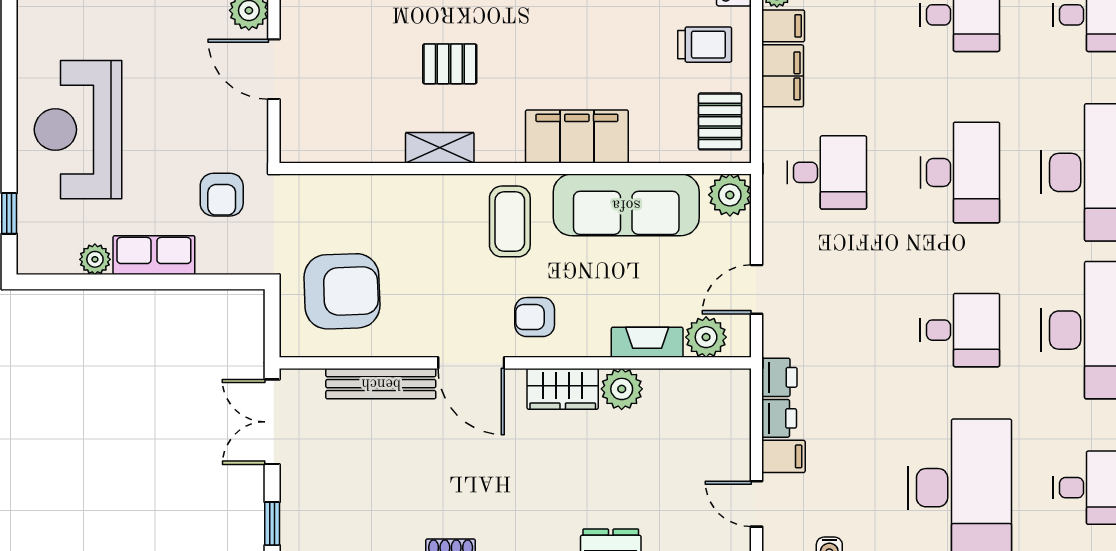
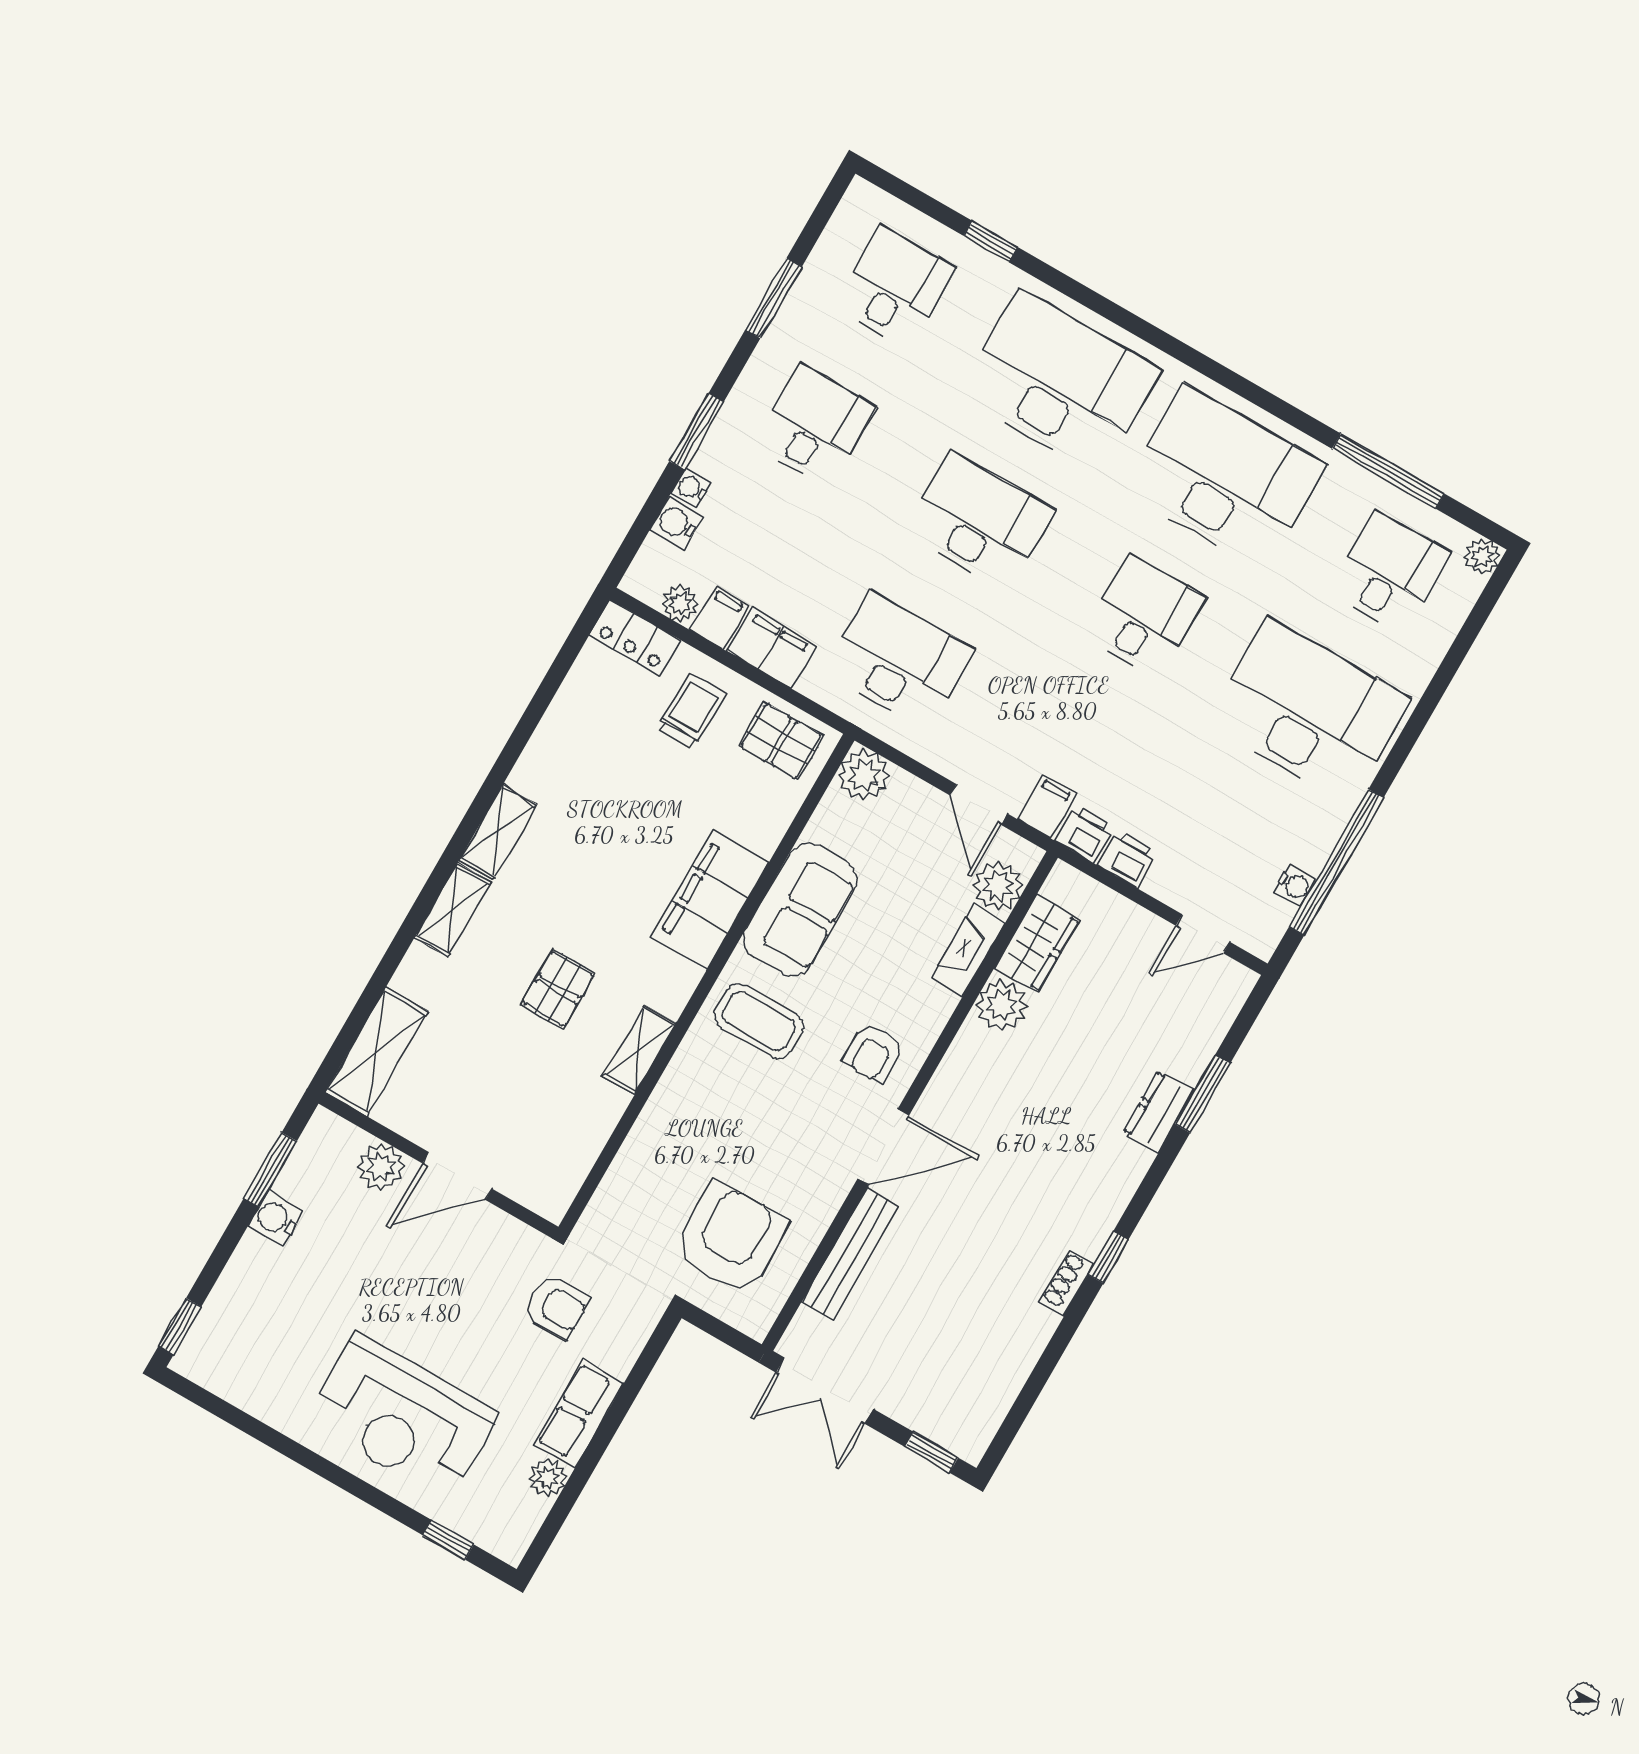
desk: (827, 172) -> (899, 660), width x1.37
sofa: (626, 205) -> (800, 910), width x0.73
wardrobe: (563, 389) -> (1037, 944), moved
filing cabinet: (783, 456) -> (1047, 806), moved

